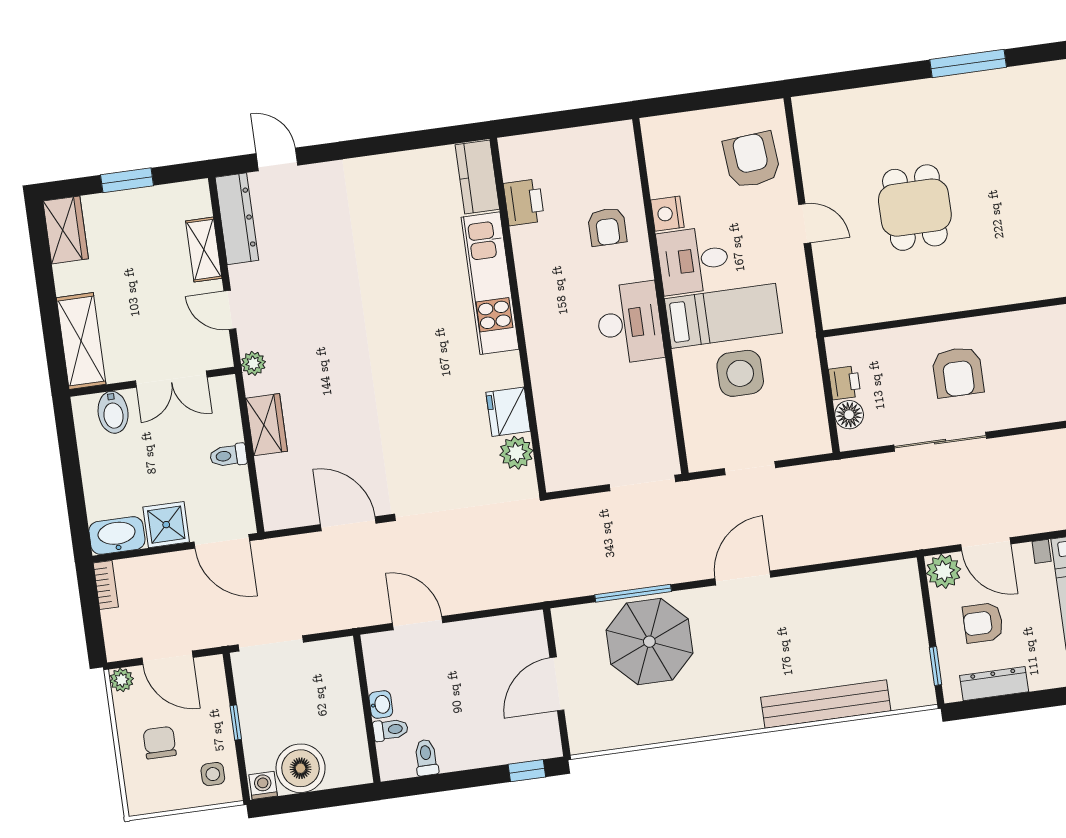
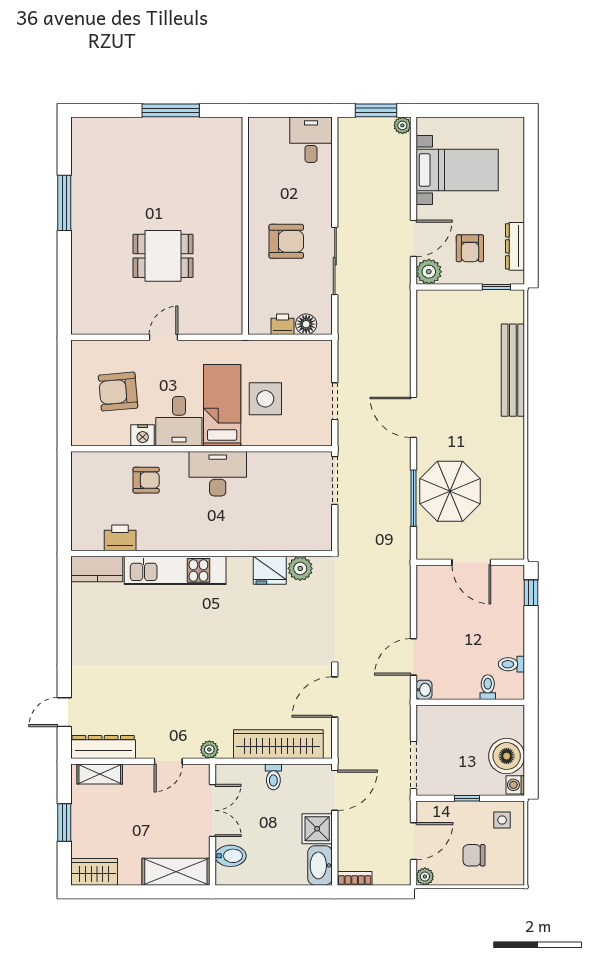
armchair: (752, 160) -> (118, 392), moved
shelving: (204, 250) -> (100, 774), moved
wardrobe: (267, 425) -> (278, 744), width x2.10, depth x1.17
washbasin: (381, 705) -> (424, 690), moved, turned 90

